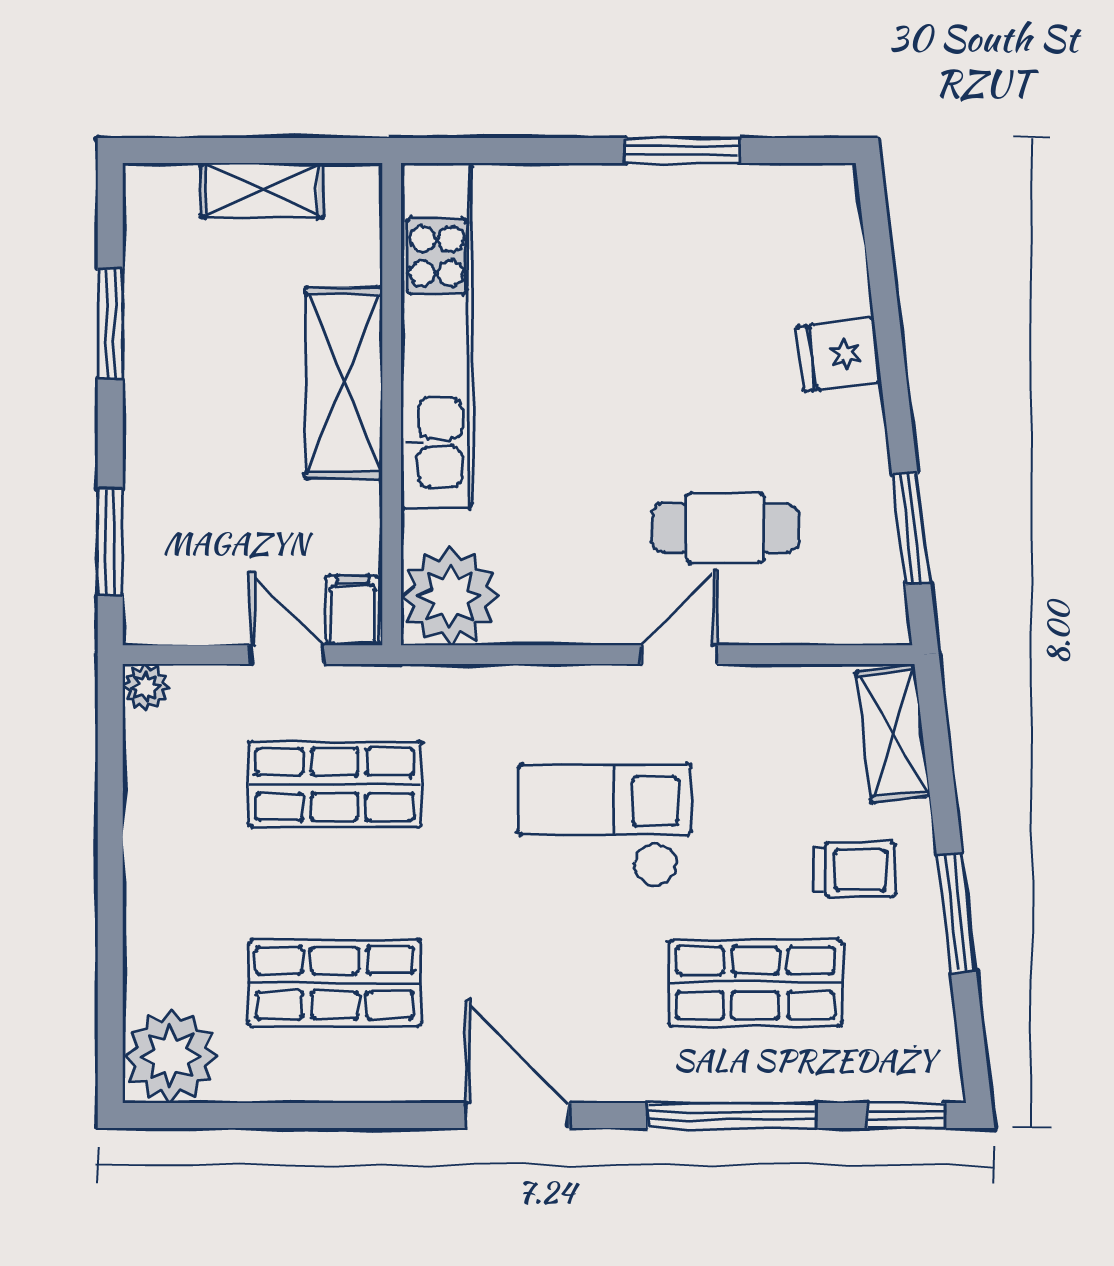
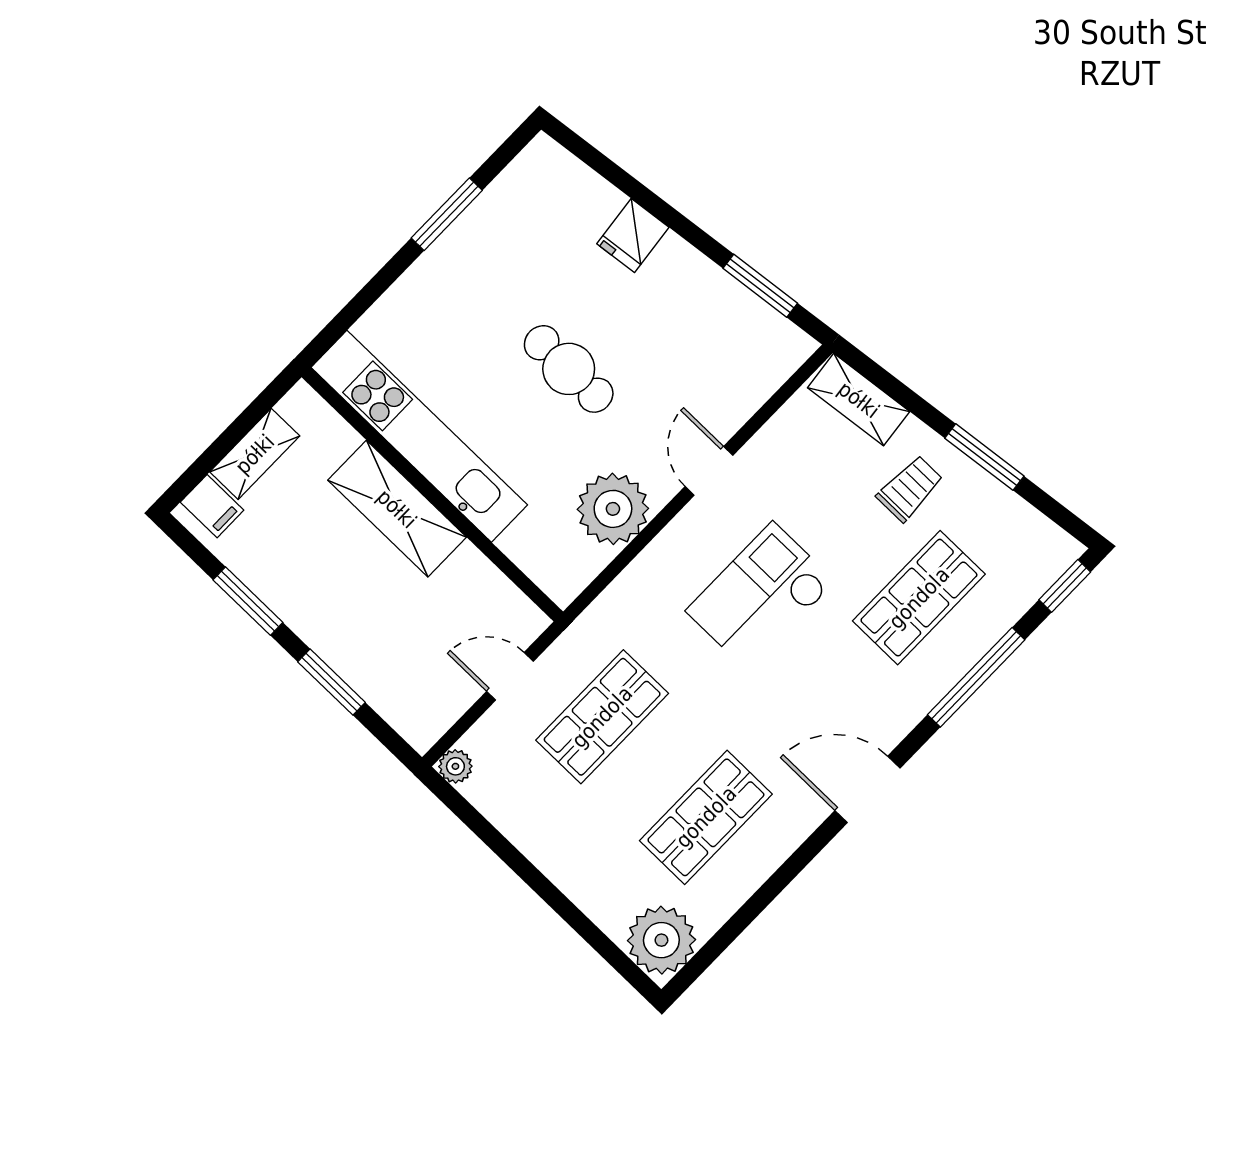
cafe table: (725, 528) -> (569, 369), moved, turned 90
window: (110, 542) -> (331, 682), moved
plant: (450, 596) -> (613, 509), moved
filing cabinet: (353, 610) -> (212, 506), moved, turned 180

